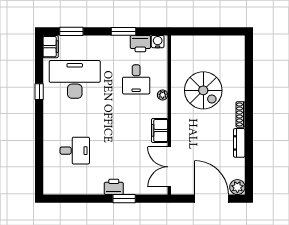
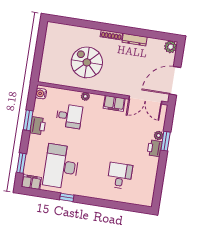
printer: (140, 44) -> (38, 126), moved
spiral stairs: (203, 90) -> (87, 62), turned -90
plant: (130, 189) -> (158, 135), added
door: (212, 199) -> (175, 81), moved

